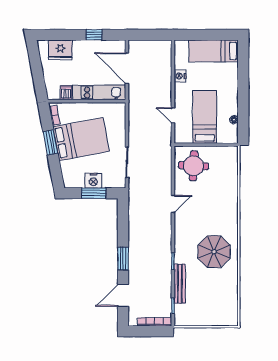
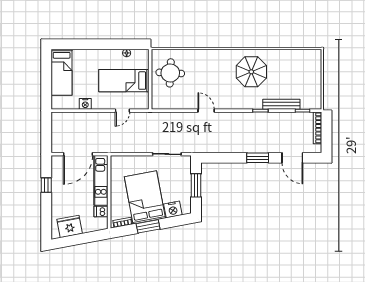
fridge: (60, 50) -> (70, 226), moved, turned -101
round table: (193, 166) -> (170, 73), moved
nightstand: (93, 181) -> (173, 209), moved, turned 79

